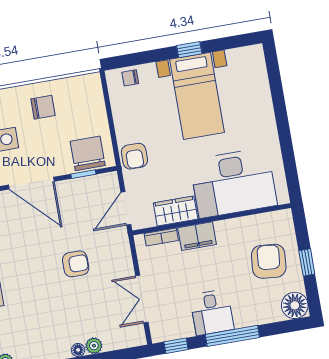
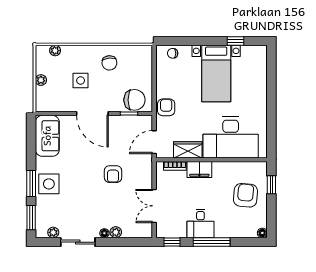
window: (189, 50) -> (235, 41), moved
chair: (43, 107) -> (109, 63), turned 84
chair: (88, 153) -> (134, 100), turned 90
armchair: (134, 156) -> (166, 107), turned 180
window: (307, 262) -> (271, 185), moved
armchair: (76, 264) -> (113, 174), turned 90
floor lamp: (295, 305) -> (262, 233), width x0.53, depth x0.53

